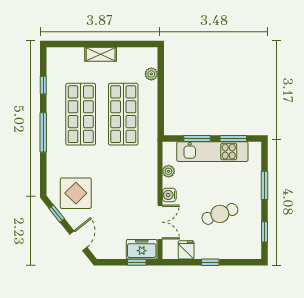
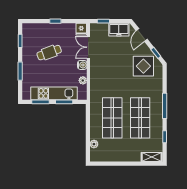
shelving: (101, 54) -> (152, 157), moved
freezer: (142, 249) -> (119, 30), moved
fridge: (186, 250) -> (81, 29), moved

